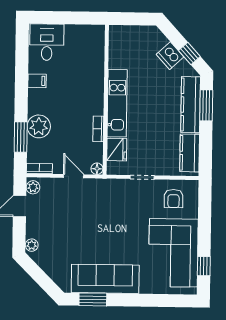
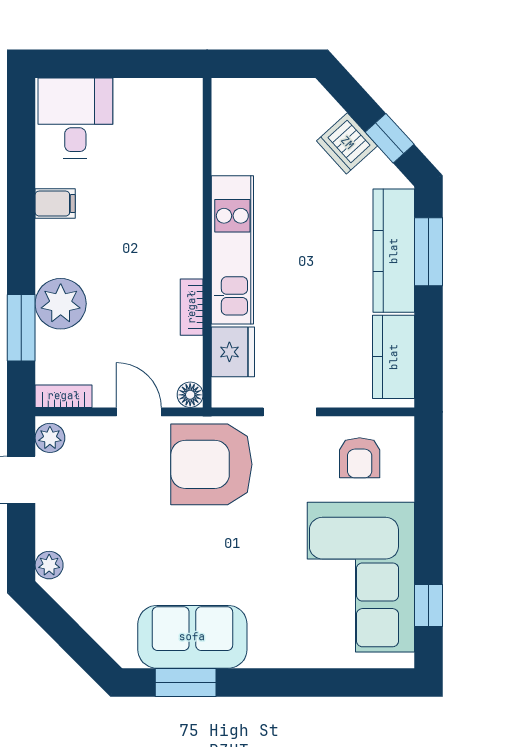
armchair: (106, 200) -> (211, 464), added
sofa: (105, 279) -> (192, 637), width x0.73

